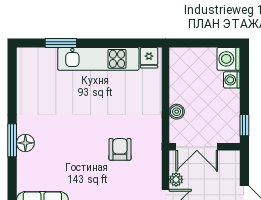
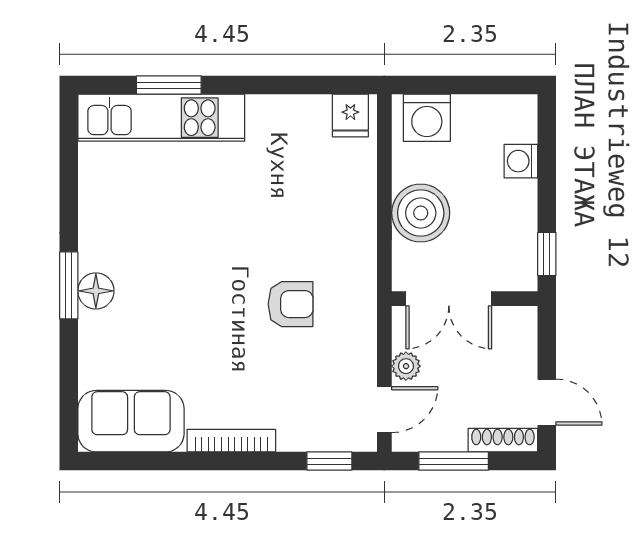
kitchen unit: (98, 59) -> (161, 118), moved
washing machine: (229, 59) -> (427, 118), moved, turned -90
boiler: (177, 112) -> (421, 213), width x1.86, depth x1.86
armchair: (120, 149) -> (291, 304), turned 90

